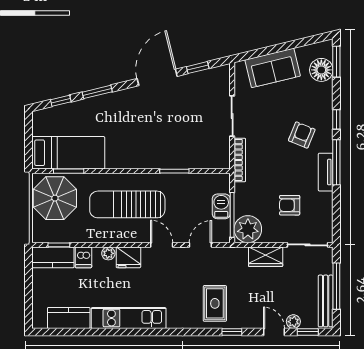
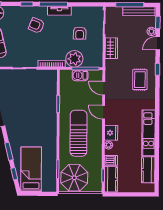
bed: (68, 153) -> (31, 169), moved
sun lounger: (127, 204) -> (78, 133), turned 180
plant: (248, 229) -> (74, 59), moved
door: (162, 245) -> (104, 112), hinge flipped
rug: (215, 303) -> (140, 80), turned 90

